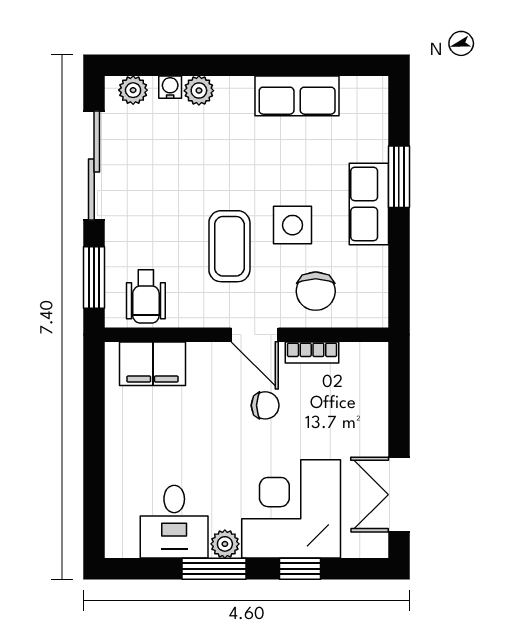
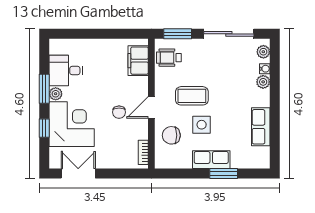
bookcase: (312, 352) -> (143, 152), moved

